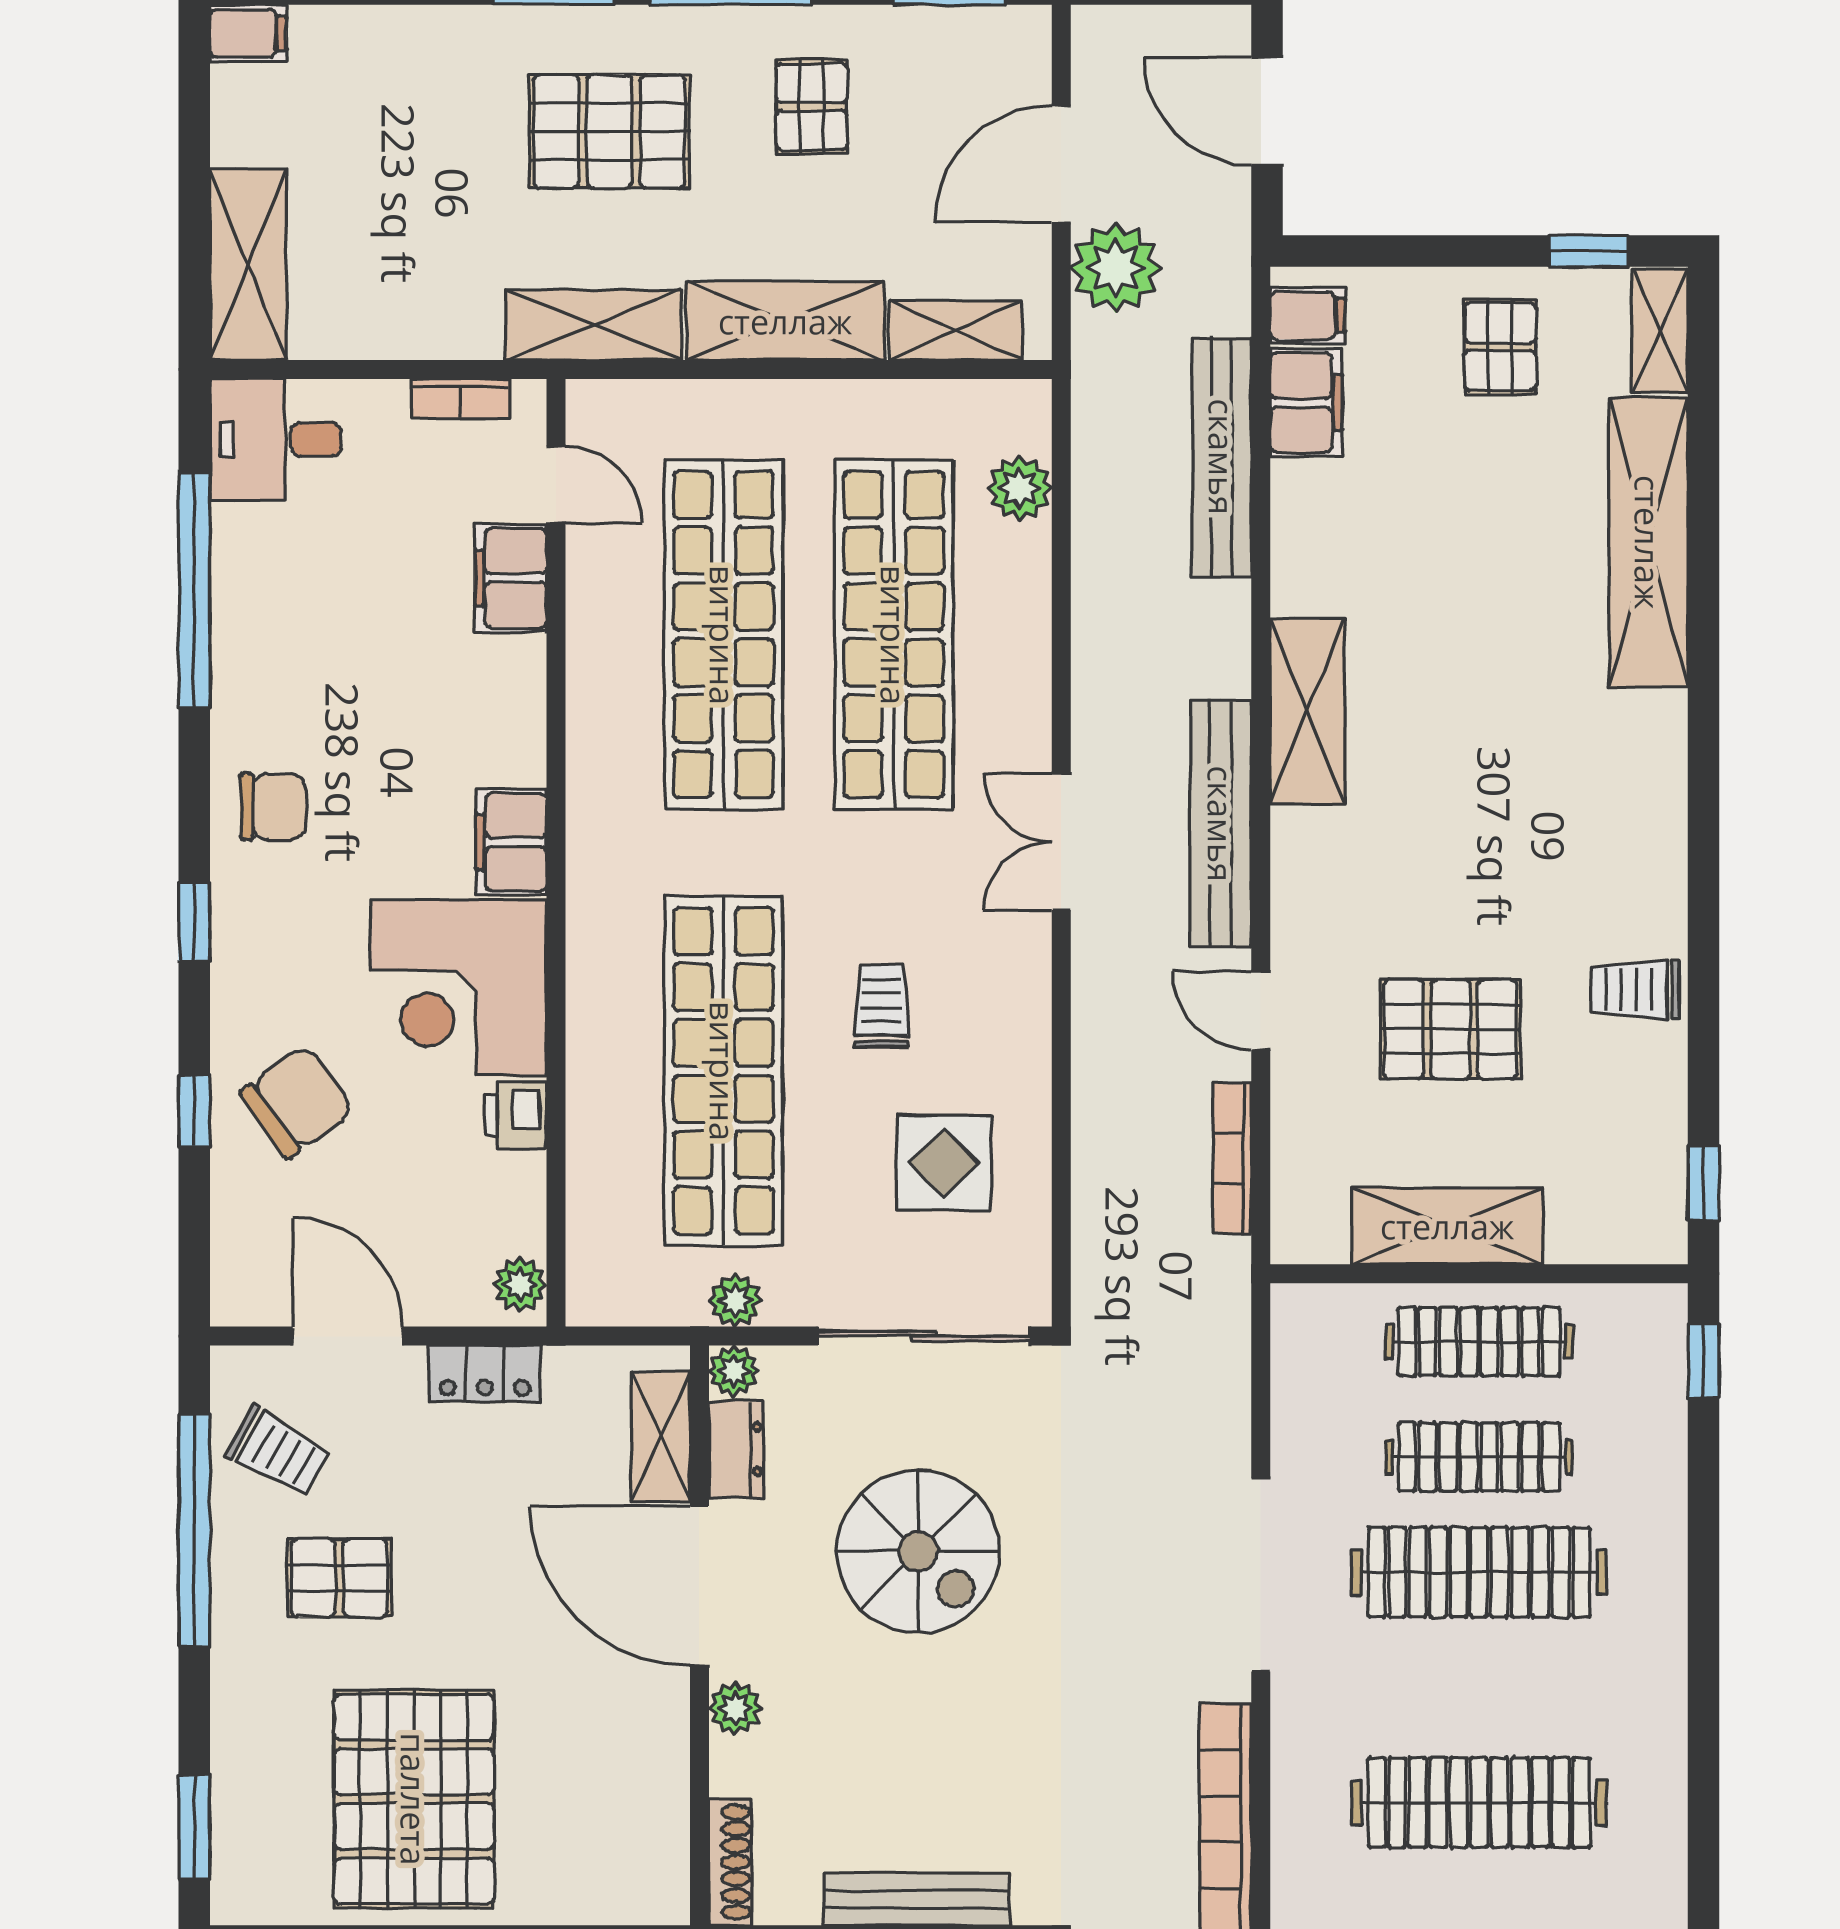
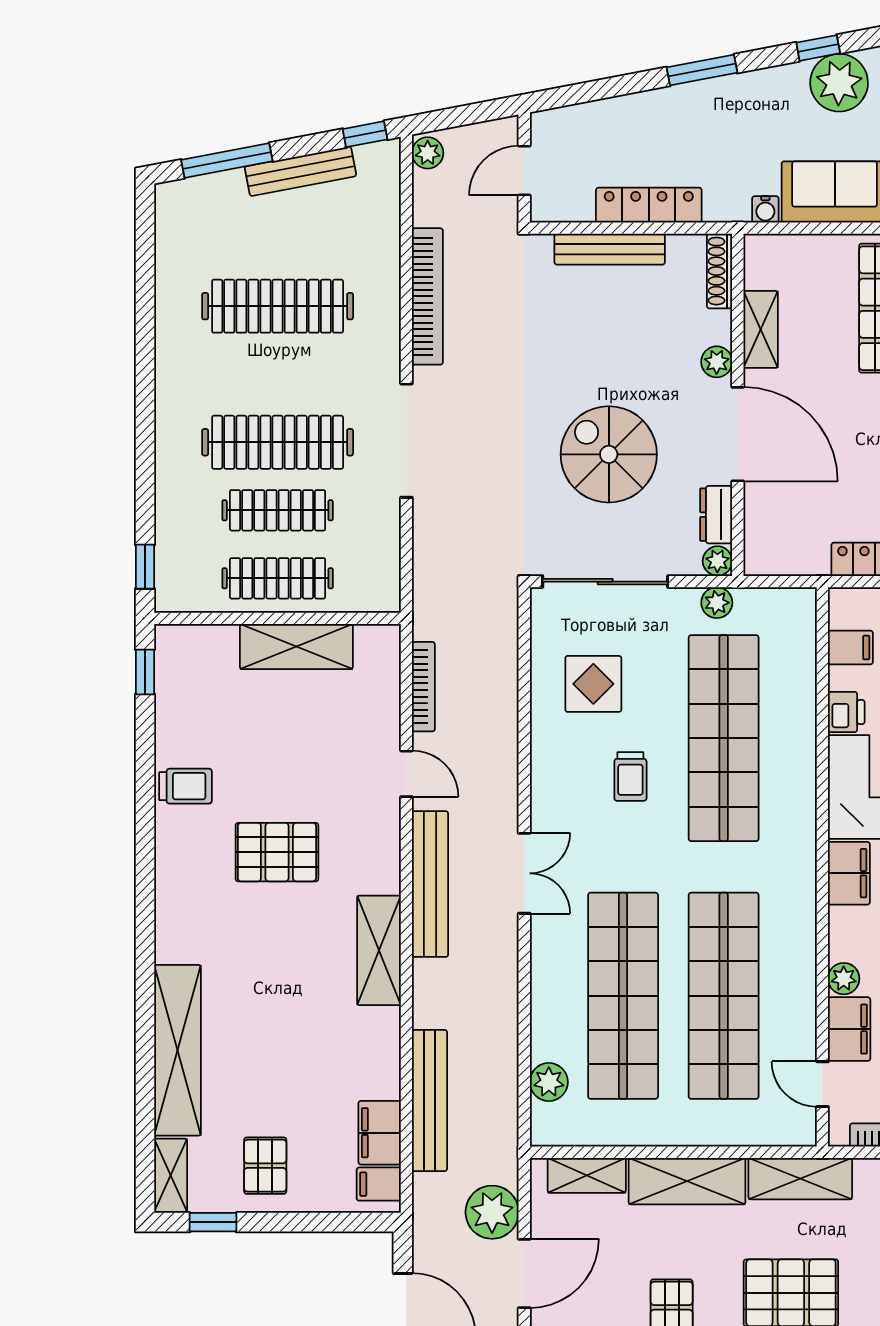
pallet: (1450, 1029) -> (277, 852), moved
filing cabinet: (509, 1224) -> (850, 648), added
plant: (520, 1284) -> (844, 979), moved
shelving: (661, 1436) -> (761, 329), moved

